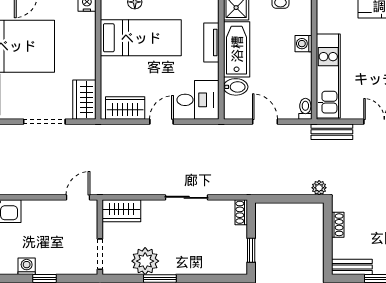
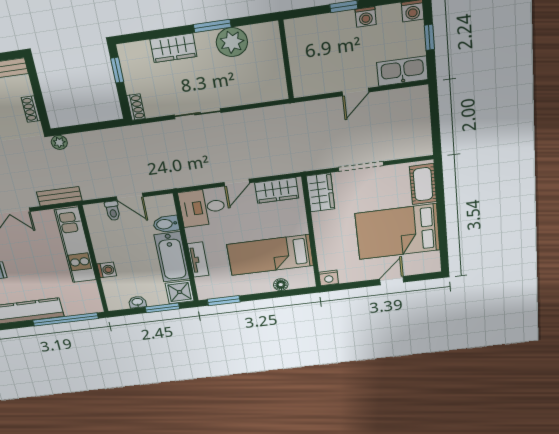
toilet: (305, 109) -> (113, 211), moved
door: (78, 197) -> (355, 92), moved
wardrobe: (121, 211) -> (173, 48), moved, turned 180
doorway: (100, 254) -> (284, 42), removed

